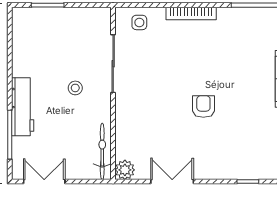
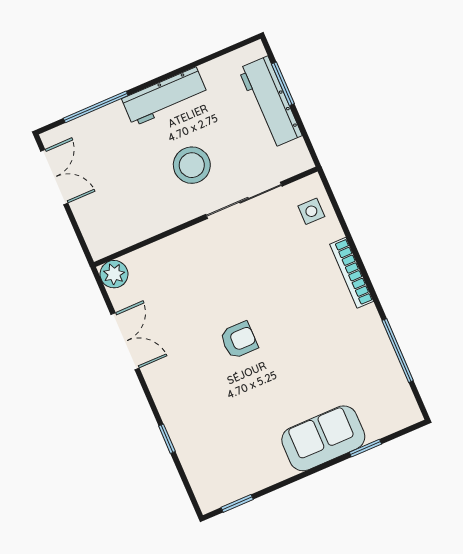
workbench: (56, 19) -> (270, 102), added
stool: (75, 88) -> (192, 165), width x1.89, depth x1.89
workbench: (23, 107) -> (165, 97), moved
bicycle: (102, 151) -> (125, 235), removed

